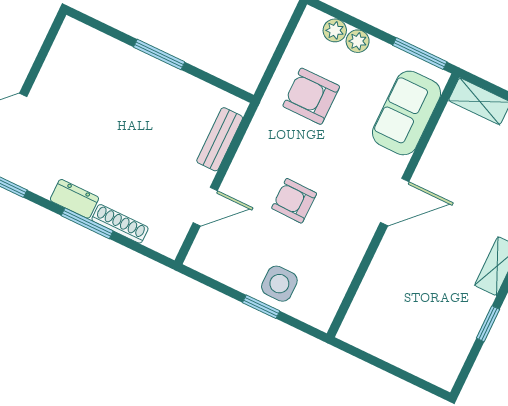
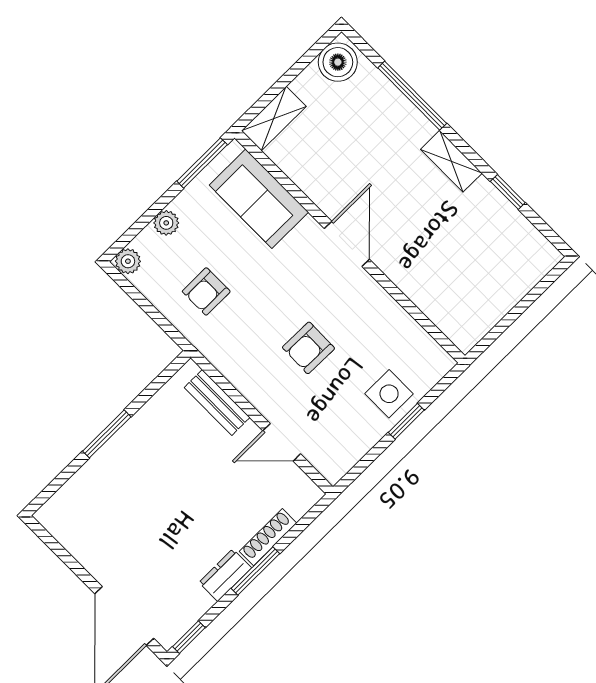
plant: (335, 30) -> (128, 261), moved
armchair: (311, 96) -> (206, 291), width x0.72, depth x0.72
door: (205, 207) -> (282, 442), swing flipped

